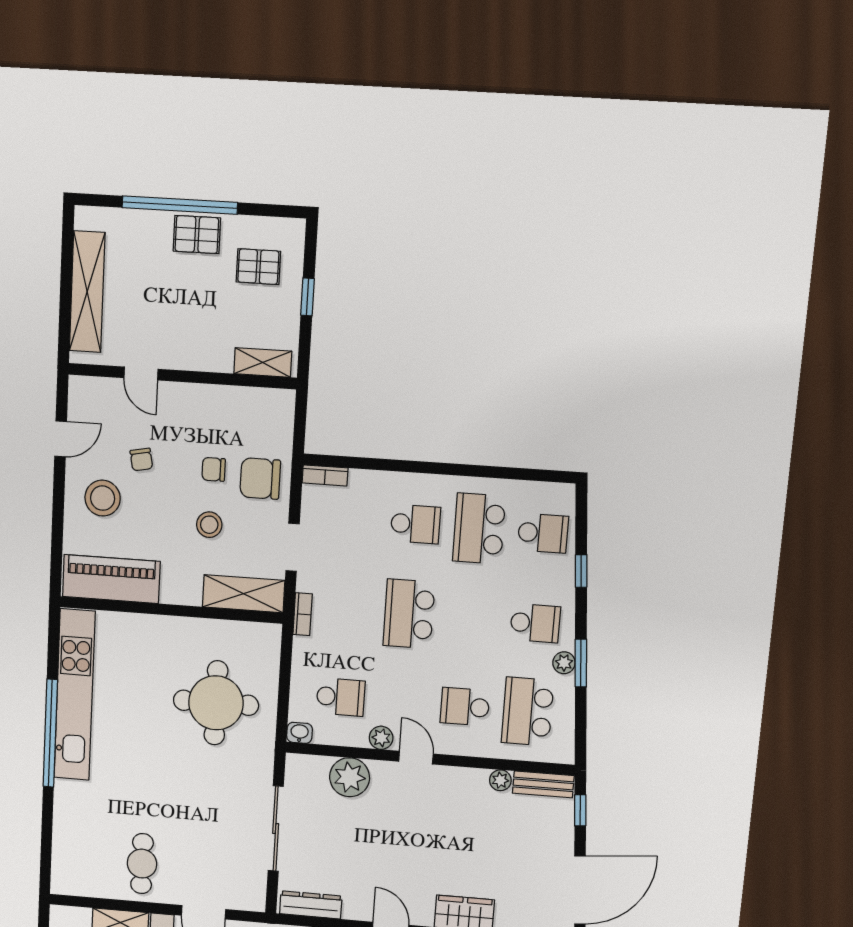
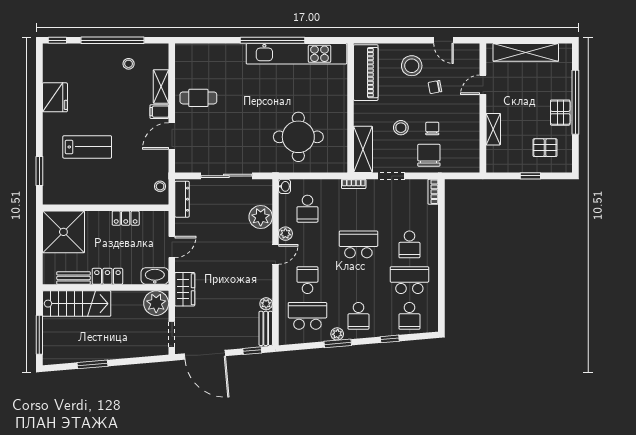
pallet: (258, 267) -> (545, 148), turned 90
shelving: (263, 362) -> (493, 129), moved

